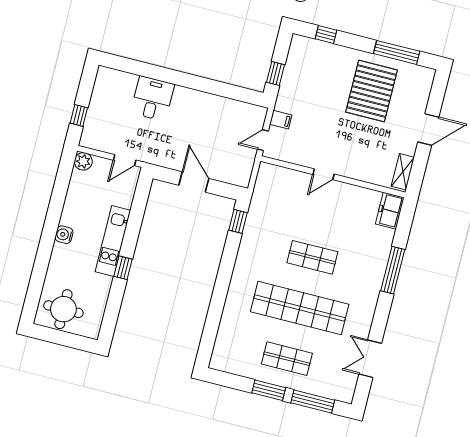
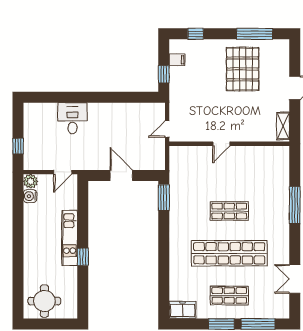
filing cabinet: (281, 120) -> (177, 60), moved
freezer: (390, 211) -> (183, 310), moved, turned 90
window: (238, 221) -> (164, 198), width x1.50
water cooler: (64, 235) -> (30, 196), moved

